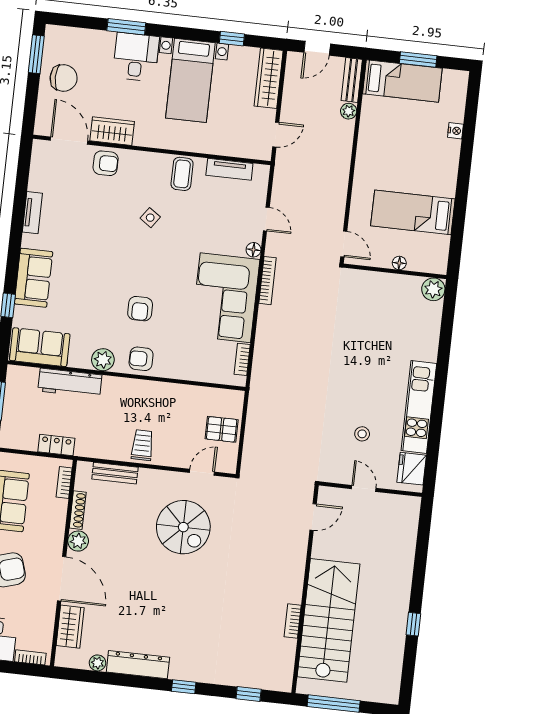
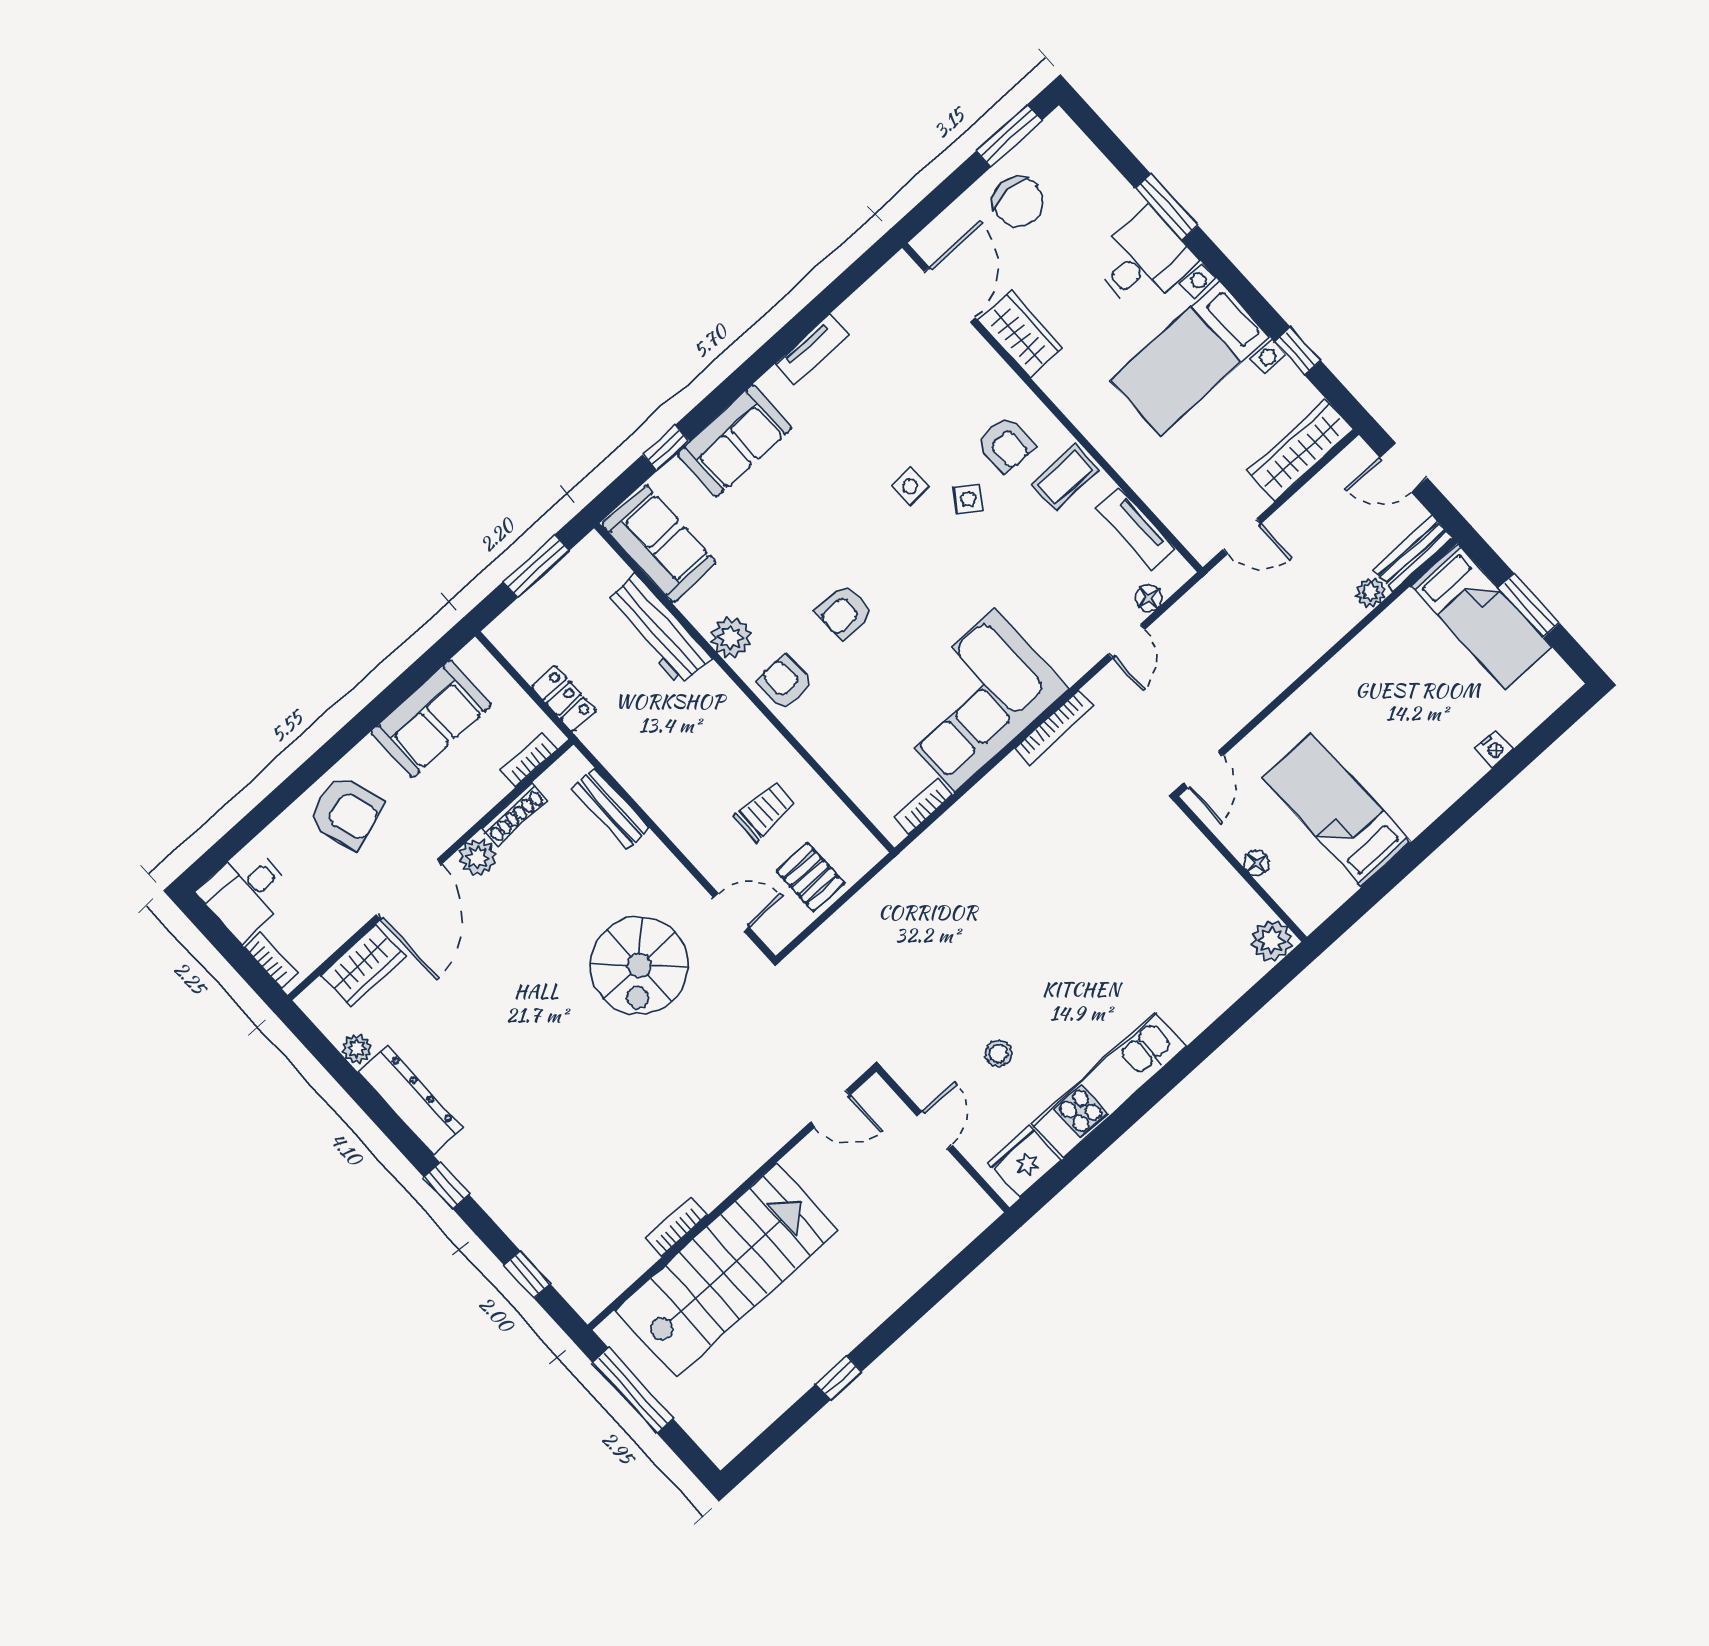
armchair: (106, 163) -> (1006, 444), moved
side table: (122, 233) -> (910, 486), added
floor lamp: (254, 250) -> (1149, 598), moved
trolley: (142, 445) -> (765, 811), moved

